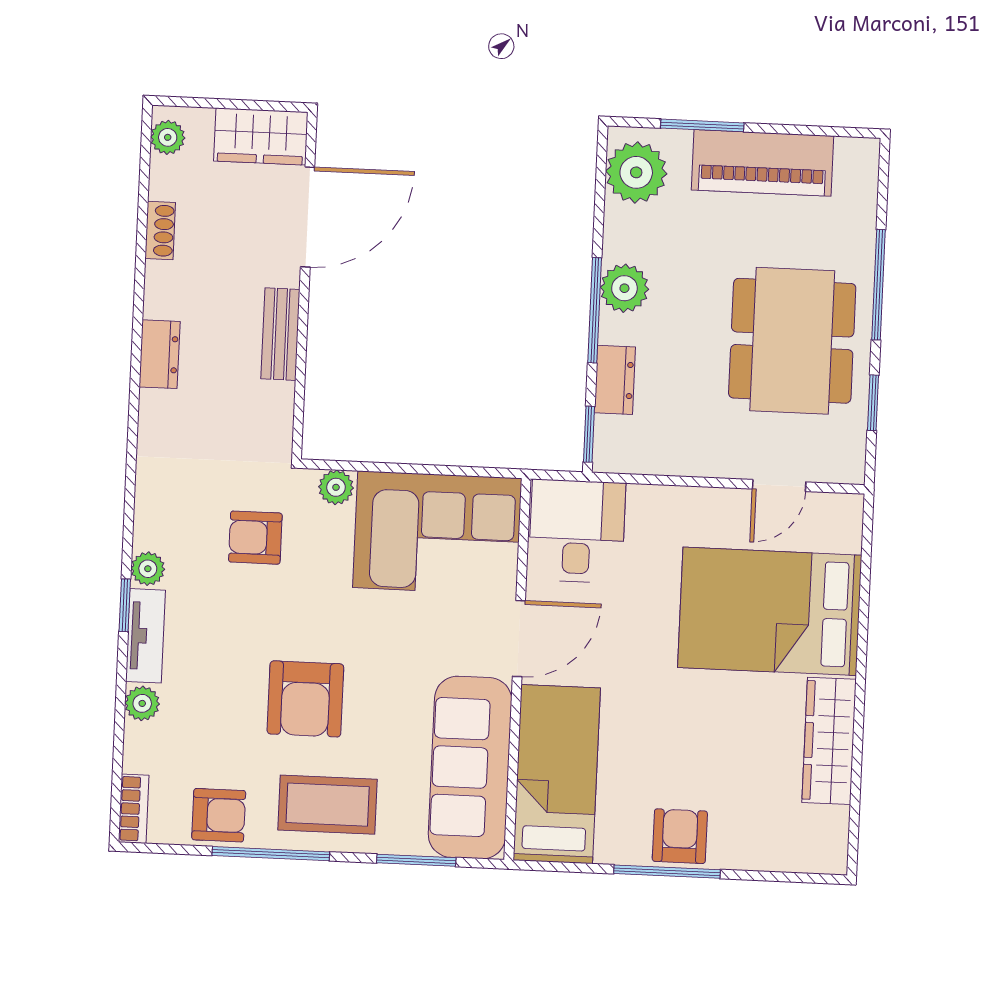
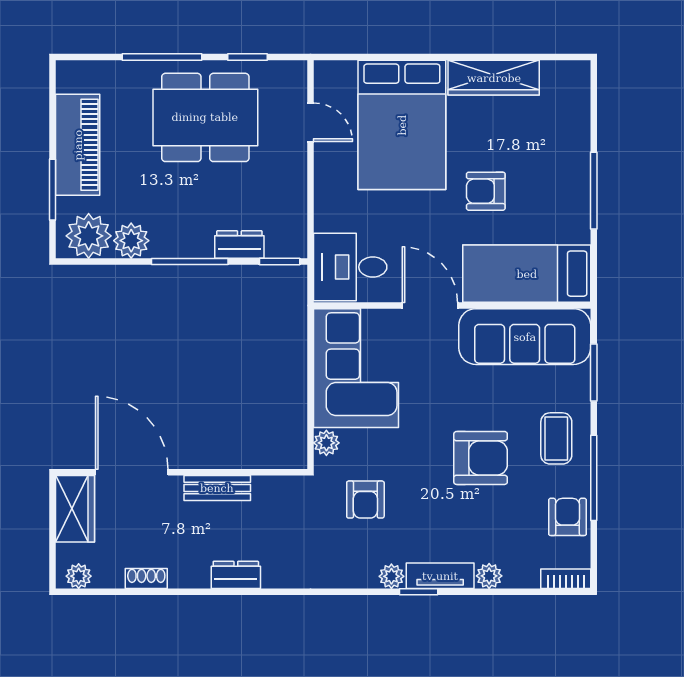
plant: (624, 288) -> (131, 241), moved
coffee table: (328, 805) -> (556, 438), width x0.73, depth x0.77
armchair: (680, 836) -> (486, 191), moved

